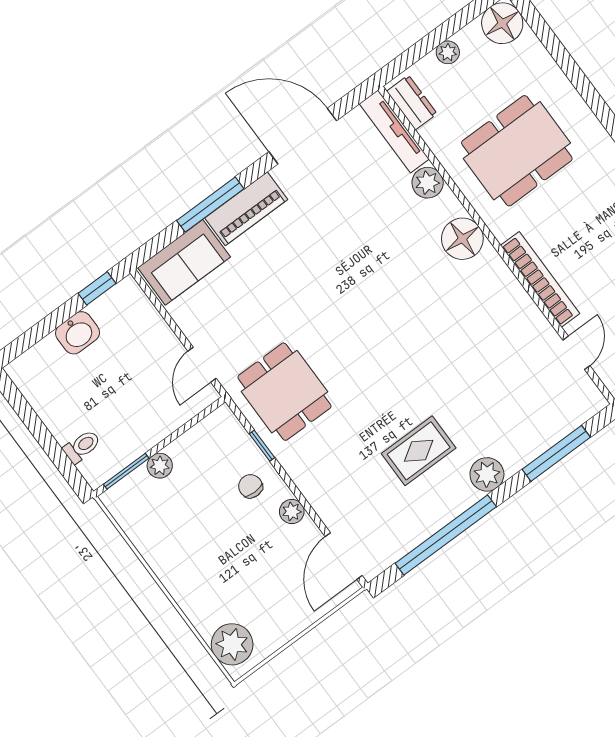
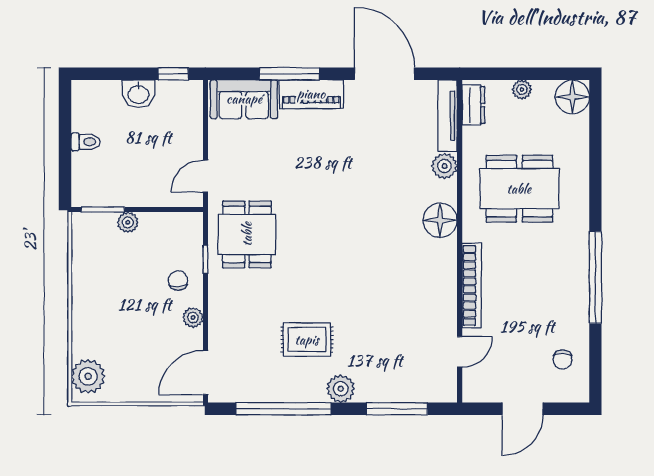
toilet: (82, 446) -> (86, 142), moved

